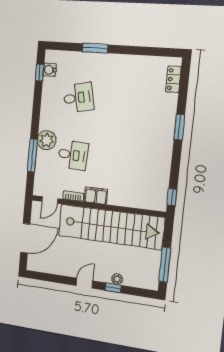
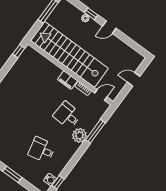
door: (25, 238) -> (134, 79), width x0.53

